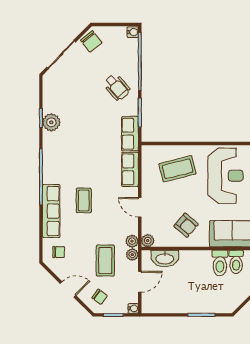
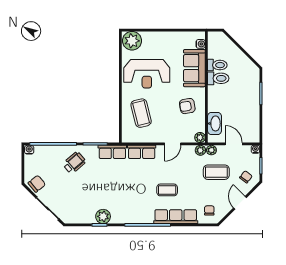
reception desk: (226, 176) -> (147, 74), turned 180
armchair: (186, 225) -> (187, 106), turned -141

